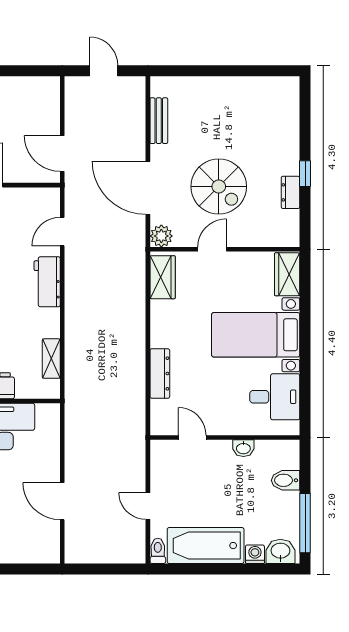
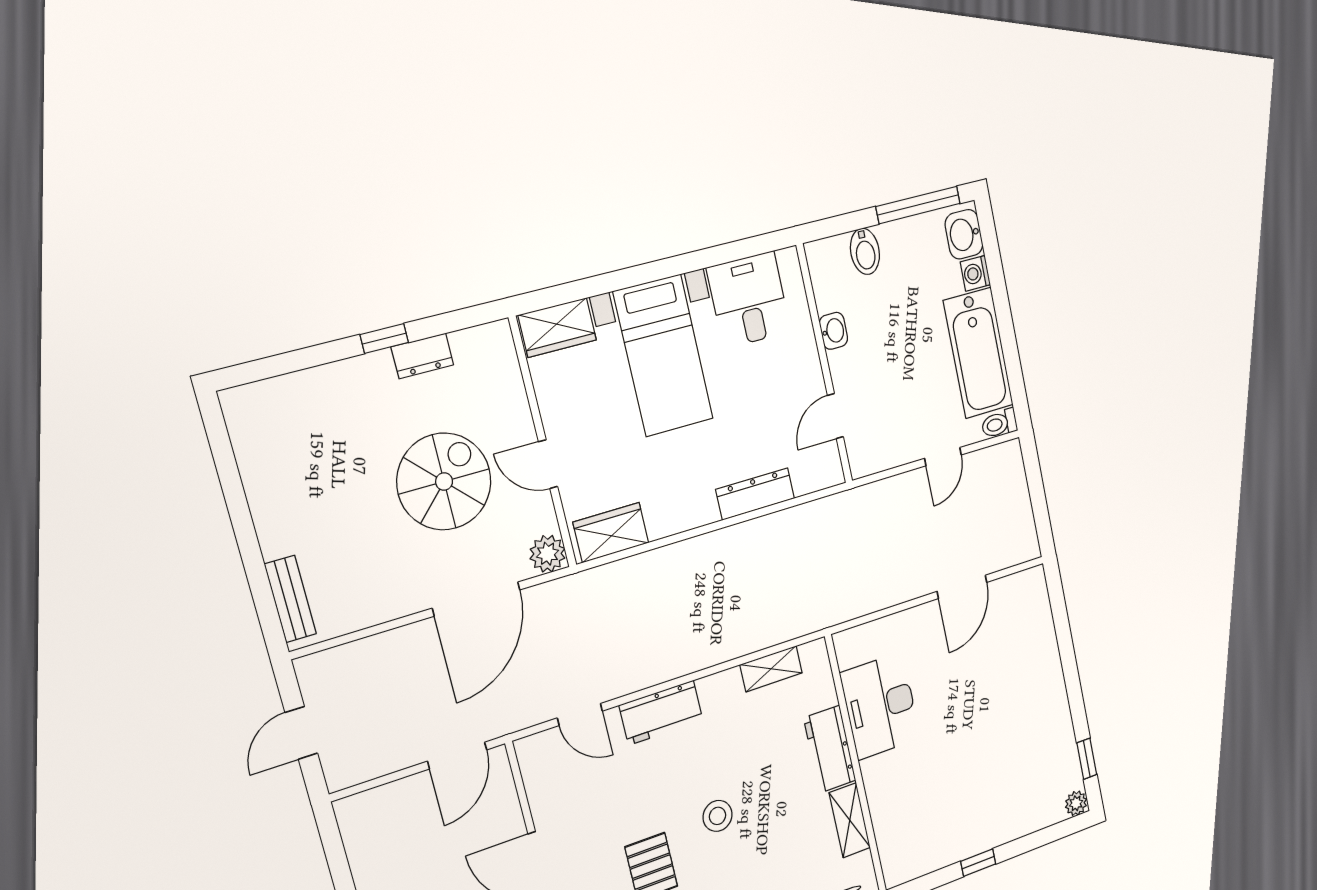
bench: (159, 121) -> (290, 599), moved, turned 90

